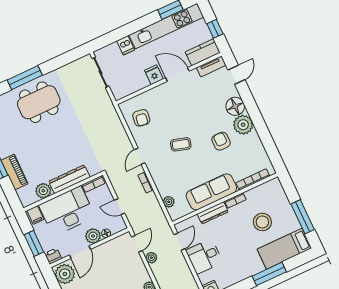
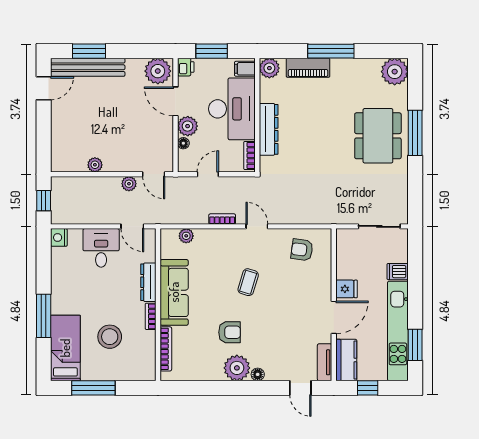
floor lamp: (235, 106) -> (258, 374), width x0.53, depth x0.53
plant: (43, 191) -> (269, 68), moved

